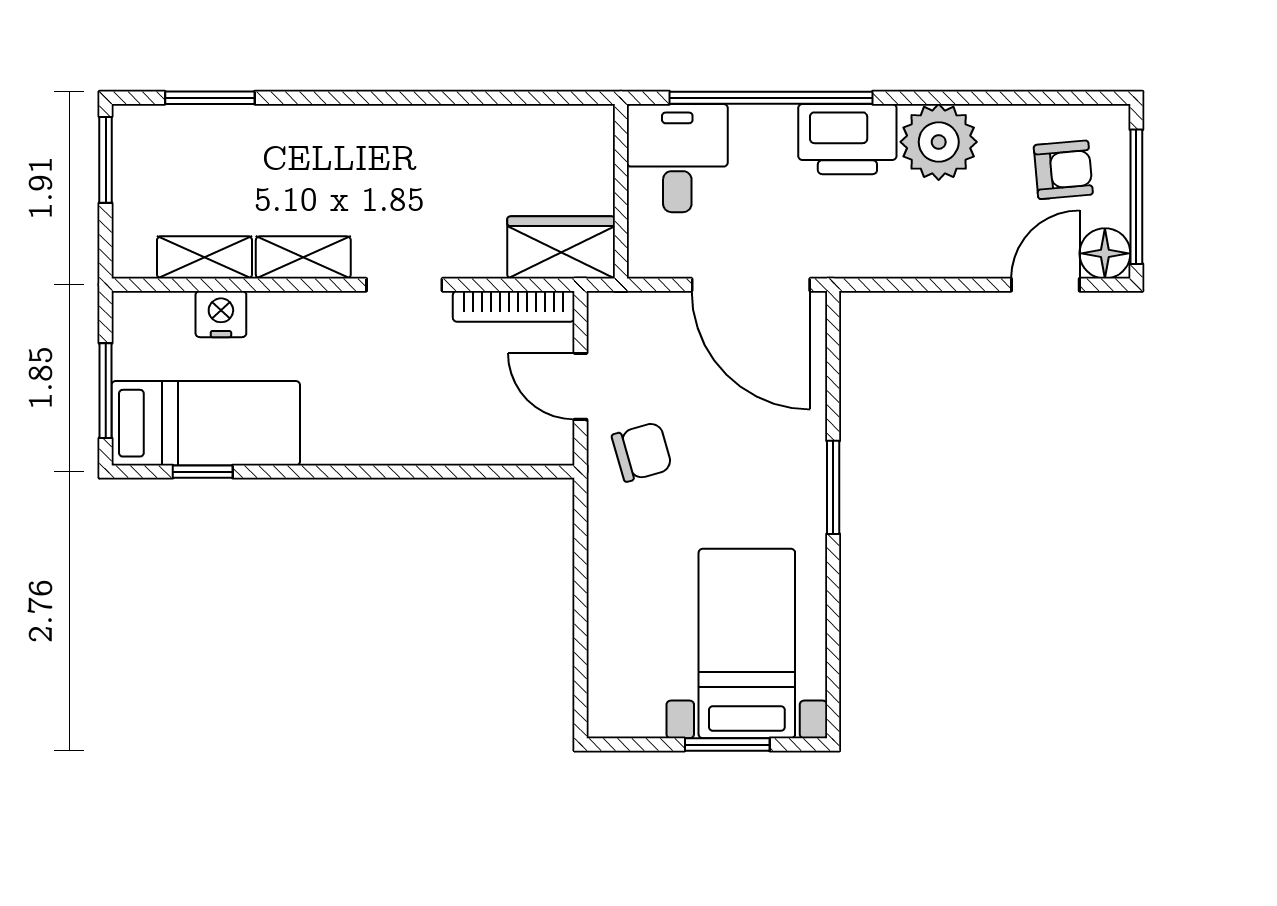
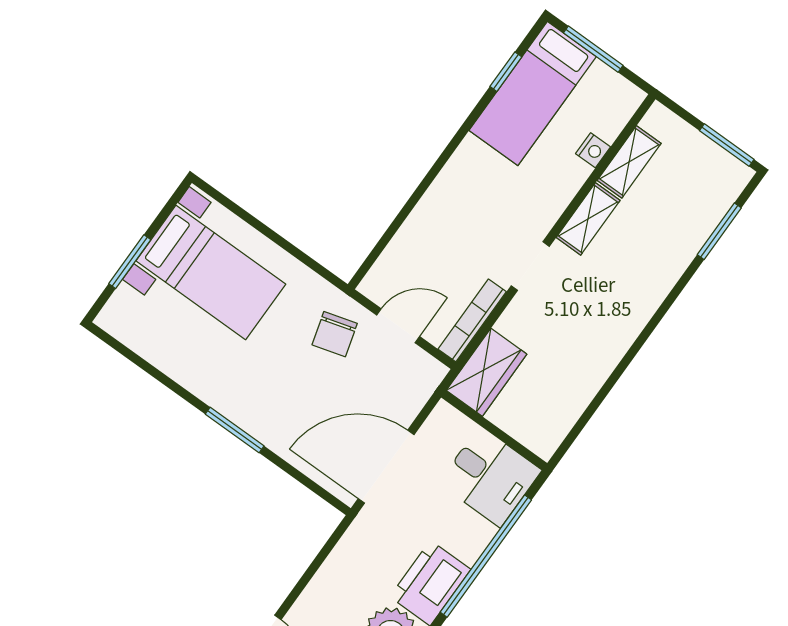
nightstand: (221, 314) -> (593, 150), width x0.72, depth x0.74
bed with nightstands: (747, 643) -> (211, 272), moved

